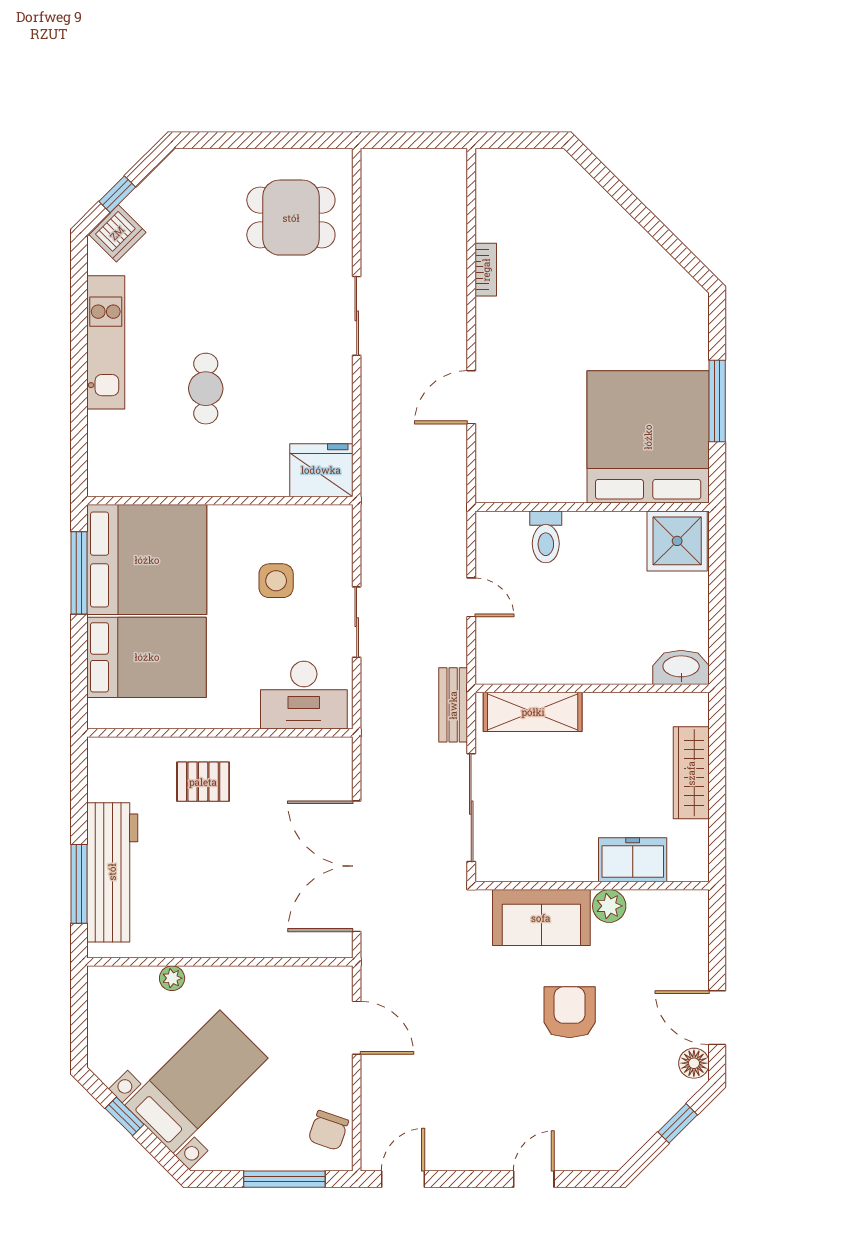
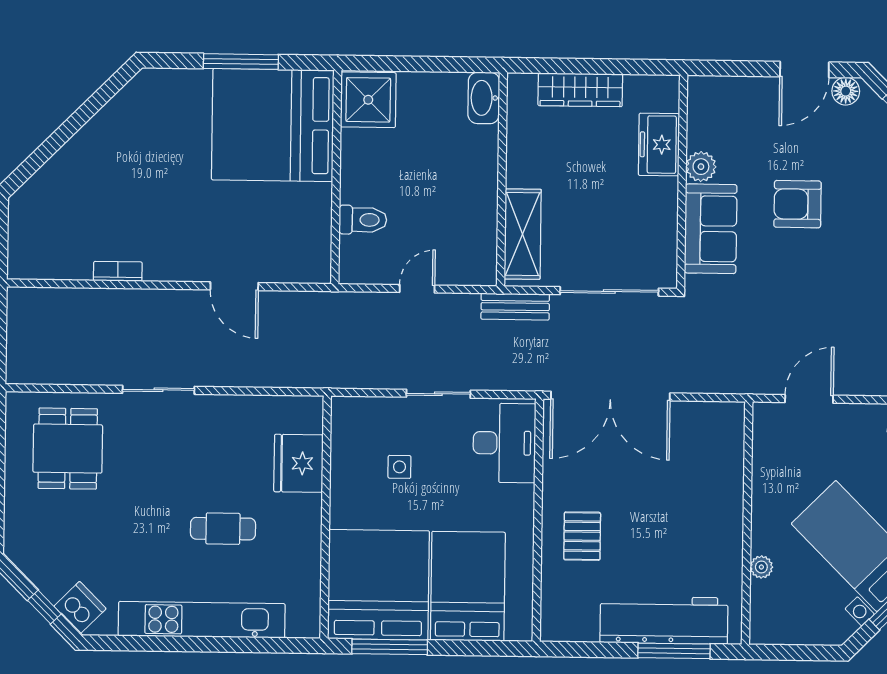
kitchen unit: (106, 342) -> (202, 620), width x1.36
fridge: (321, 470) -> (298, 463), moved
side table: (276, 581) -> (399, 467), width x0.73, depth x0.73
double door: (357, 866) -> (610, 396), moved

